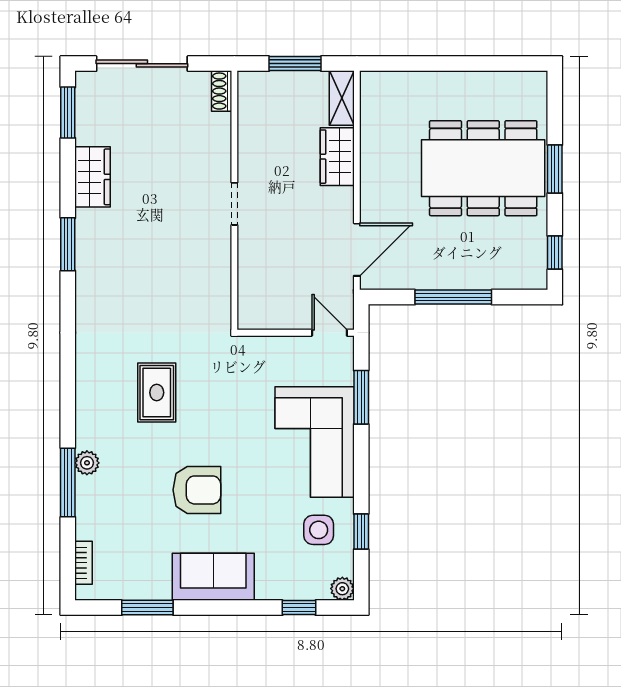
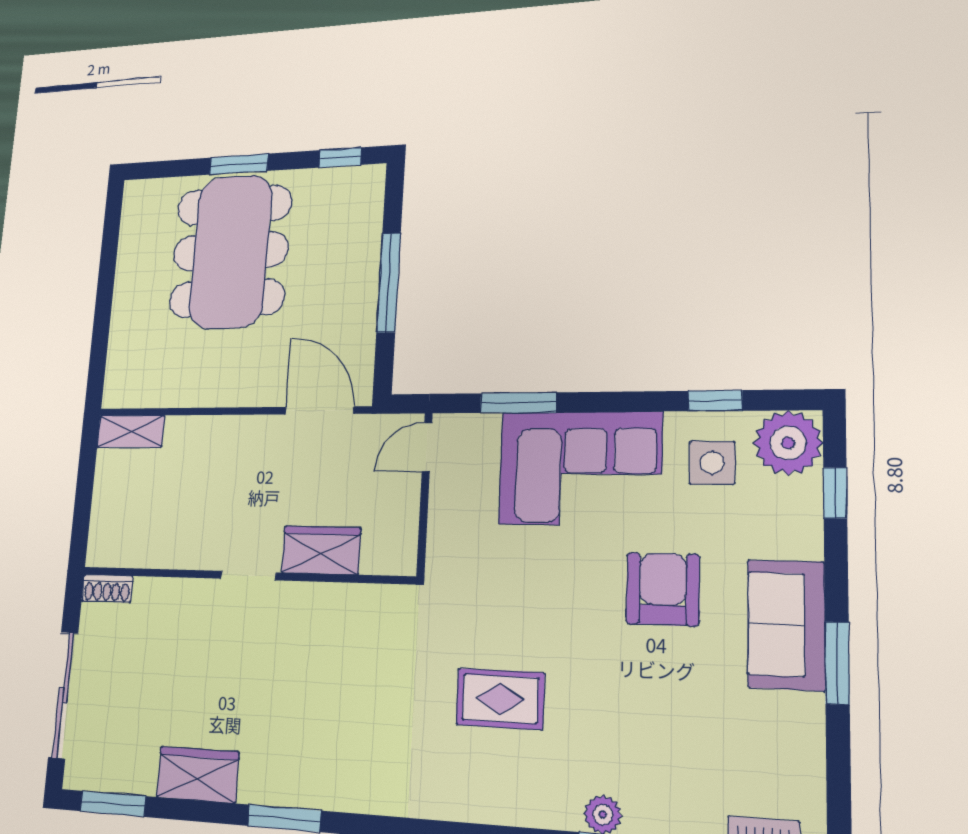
window: (295, 64) -> (84, 491), removed
wardrobe: (337, 157) -> (321, 550), moved, turned 180
armchair: (197, 490) -> (663, 589), moved
plant: (342, 589) -> (788, 443), width x1.87, depth x1.87
window: (147, 608) -> (837, 663), moved

